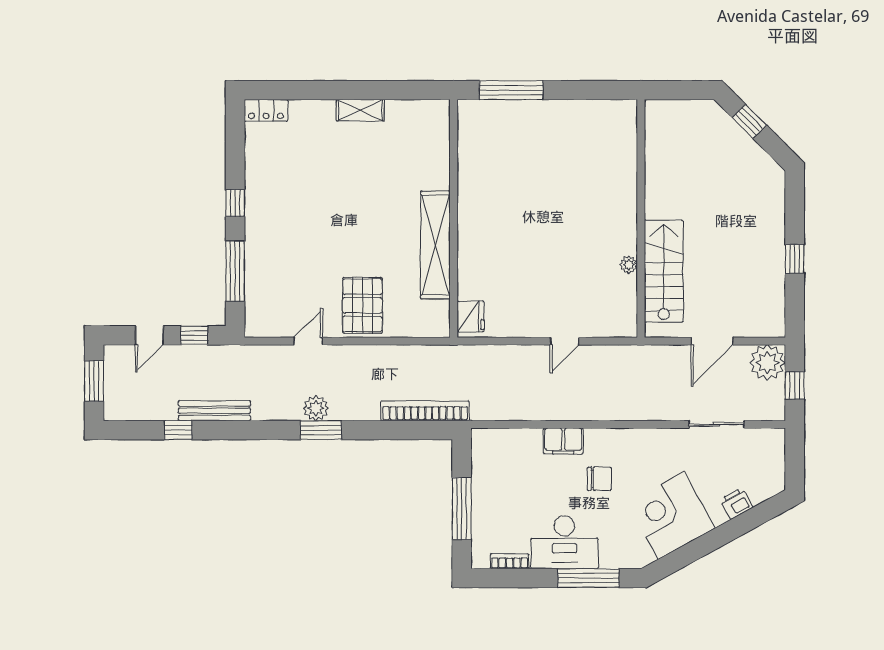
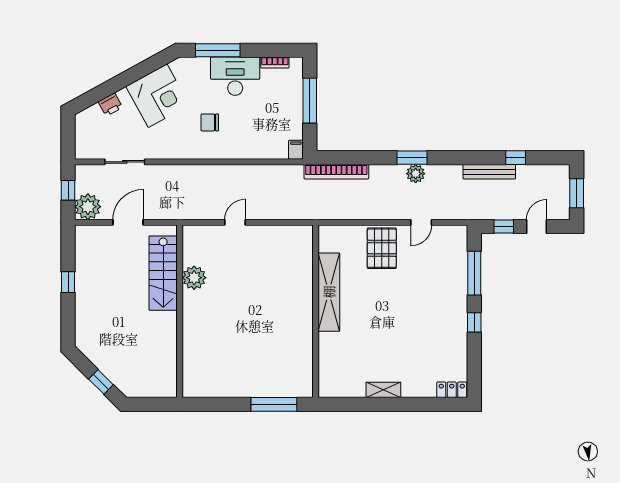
plant: (629, 265) -> (194, 278), width x1.88, depth x1.88
fridge: (471, 317) -> (303, 240), removed
filing cabinet: (563, 441) -> (296, 150), moved, width x0.50

